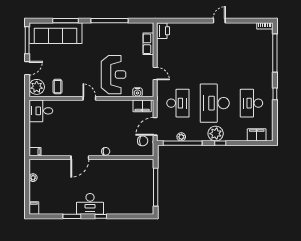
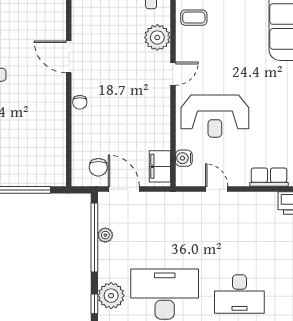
door: (155, 74) -> (217, 189), swing flipped
desk: (178, 103) -> (239, 294), moved
plant: (69, 107) -> (157, 37), added

